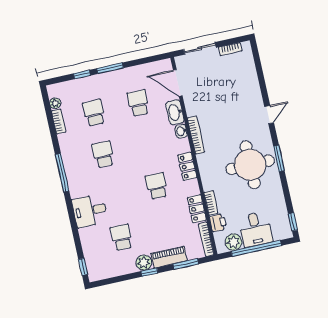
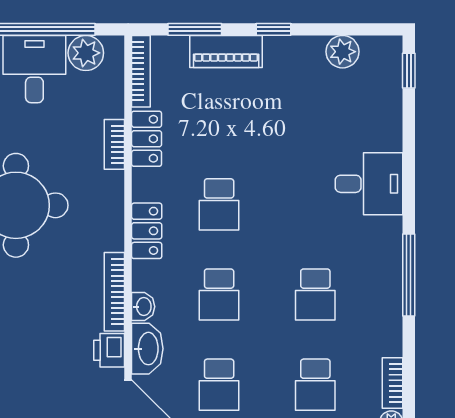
printer: (218, 223) -> (109, 350), moved
school desk: (122, 237) -> (219, 294), moved
plant: (144, 263) -> (342, 52), moved

